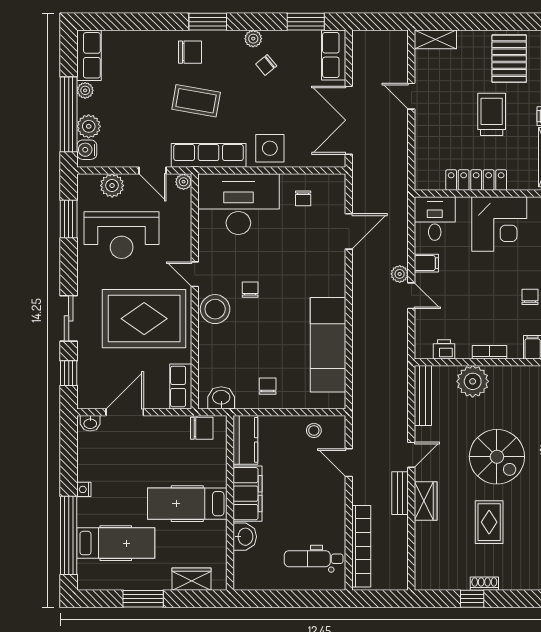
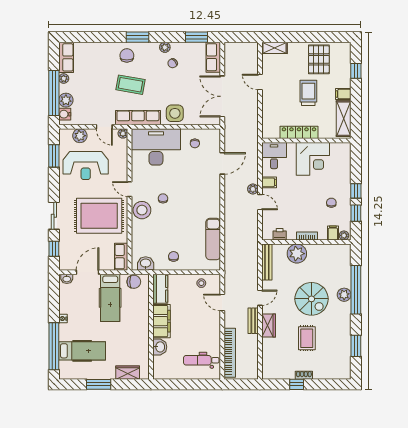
chair: (190, 52) -> (127, 55), turned -90
exam couch: (328, 345) -> (213, 239), width x0.73, depth x0.69
hospital bed: (187, 504) -> (110, 298), moved, turned -90

